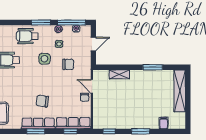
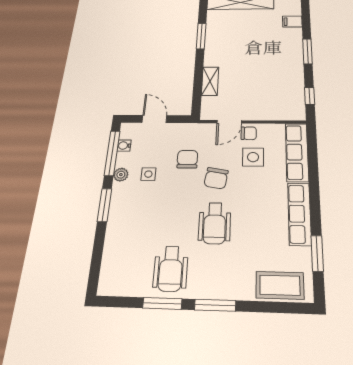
wheelchair: (27, 36) -> (215, 223), moved
side table: (44, 59) -> (253, 157), moved
chair: (42, 101) -> (216, 178), moved
window: (36, 131) -> (317, 253), moved
window: (70, 131) -> (313, 157), removed

